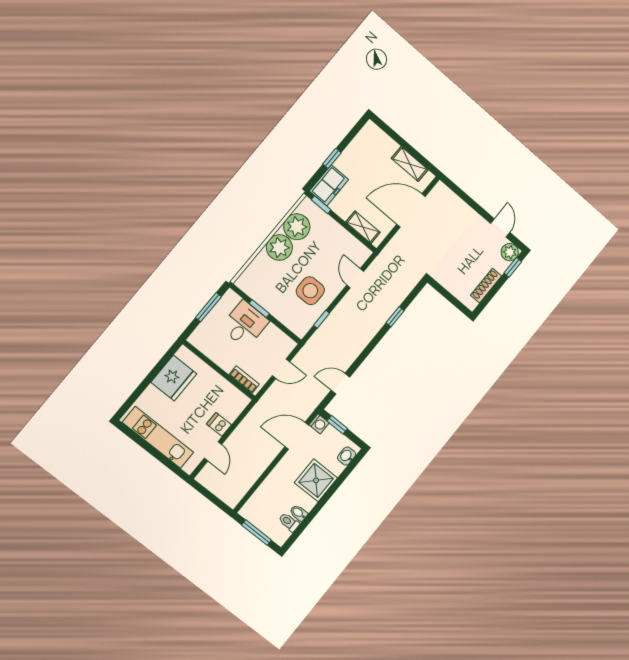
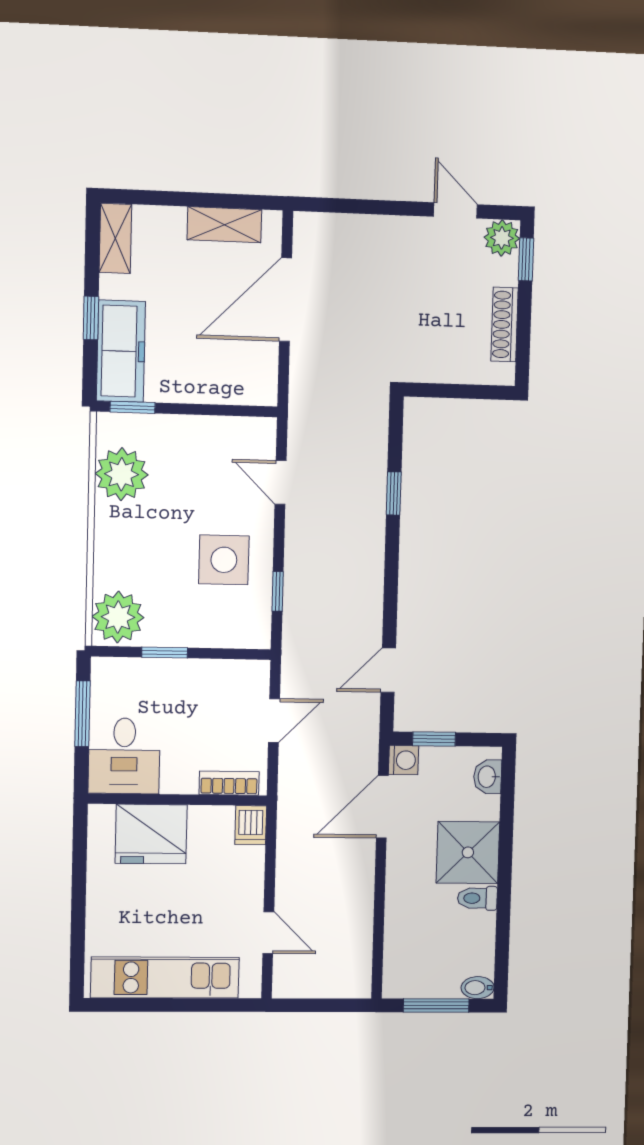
freezer: (329, 185) -> (121, 351), width x1.40
shelving: (363, 227) -> (115, 238), moved, turned 90
plant: (279, 248) -> (118, 617), moved
desk: (245, 324) -> (124, 756), moved, turned 180
fridge: (174, 378) -> (151, 834), moved, turned 90
dishwasher: (219, 424) -> (251, 825), moved, turned -90
bidet: (299, 513) -> (478, 988), moved
toilet: (289, 522) -> (477, 898), moved

